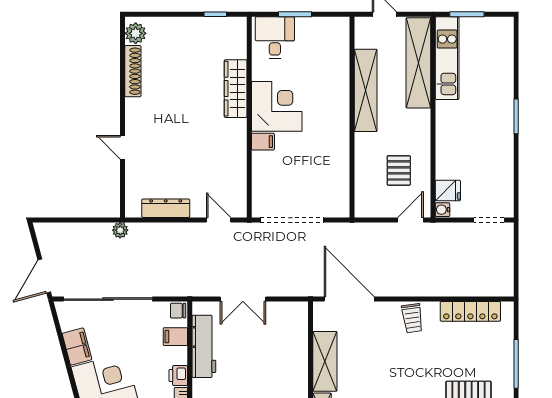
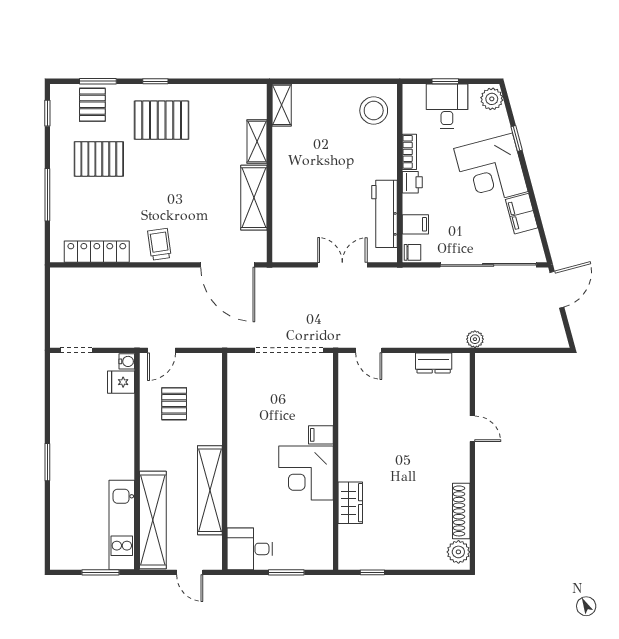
desk: (275, 38) -> (250, 549), moved, turned 90
wardrobe: (236, 89) -> (350, 503), width x0.67
dresser: (166, 208) -> (434, 363), width x0.70

